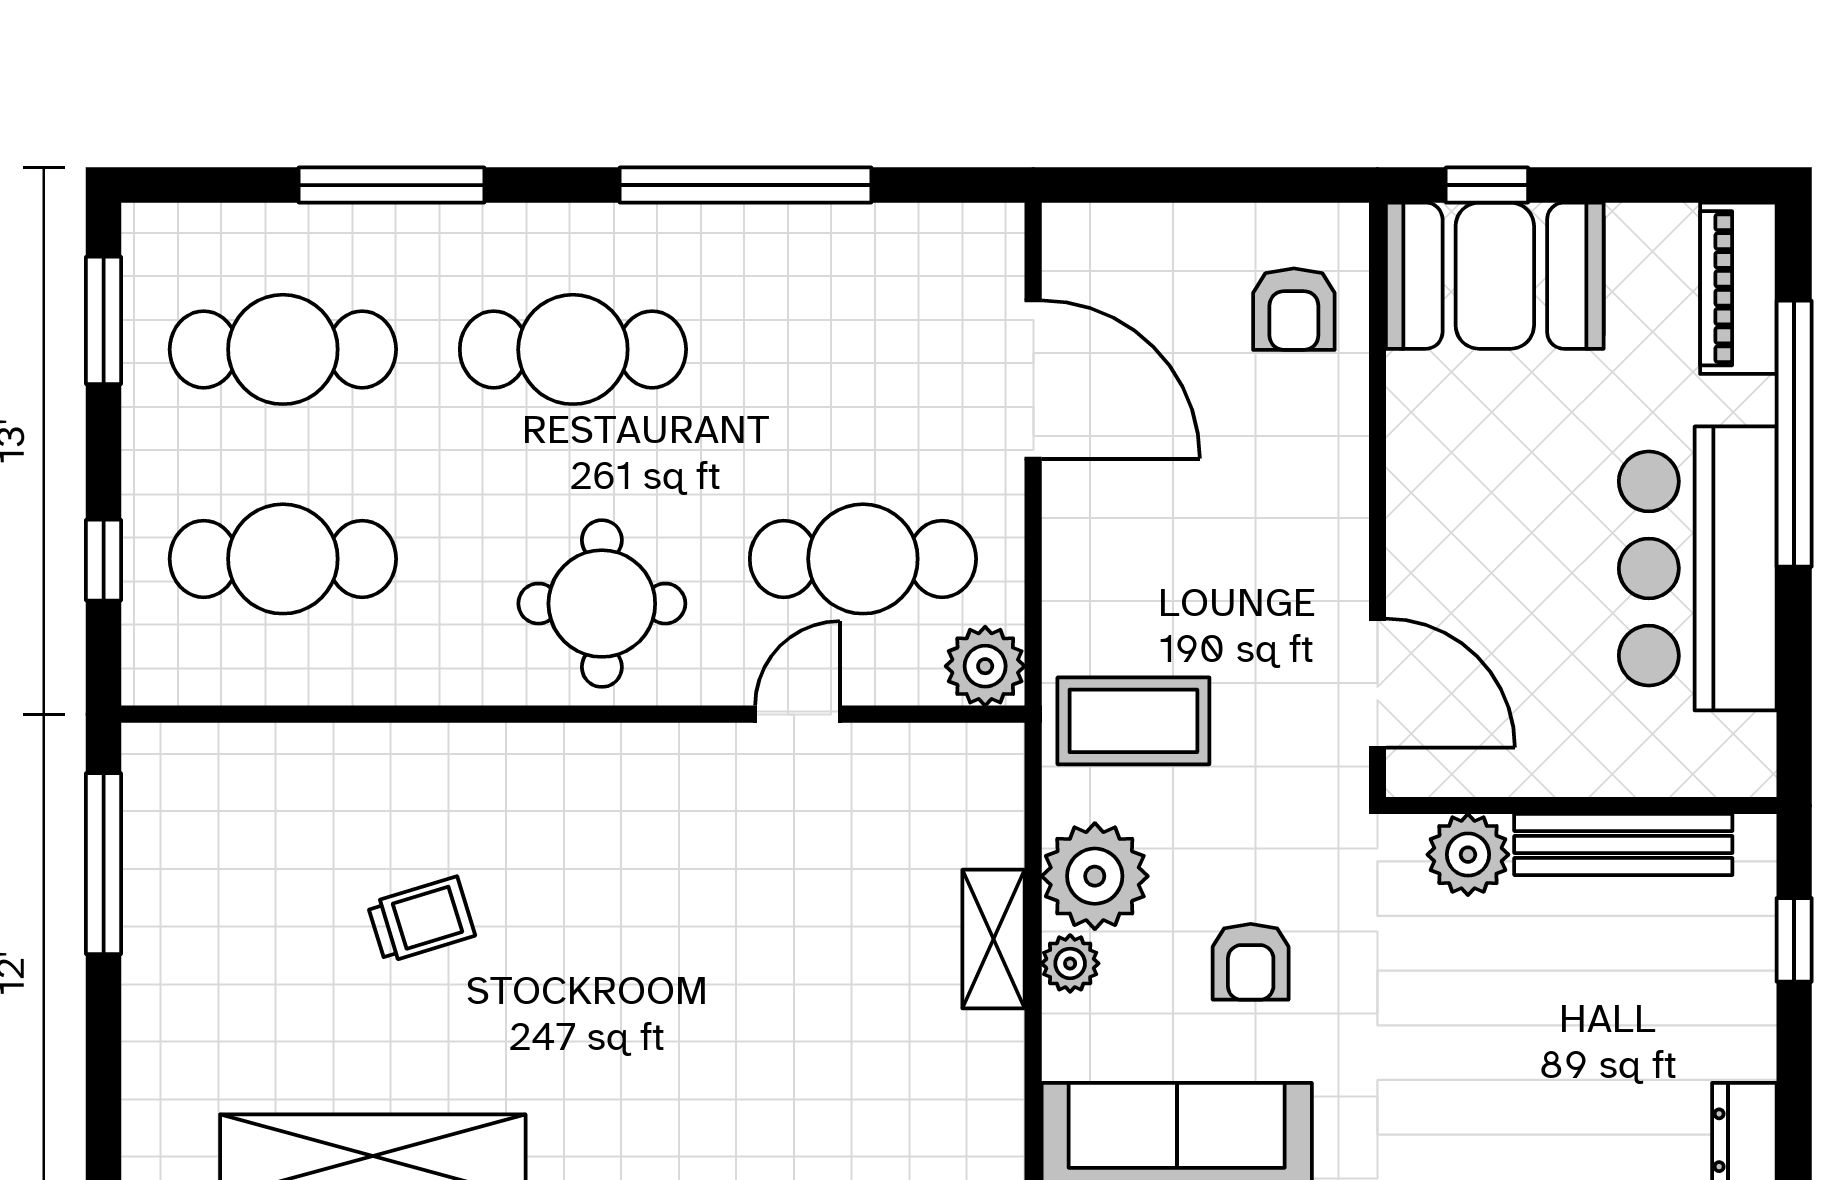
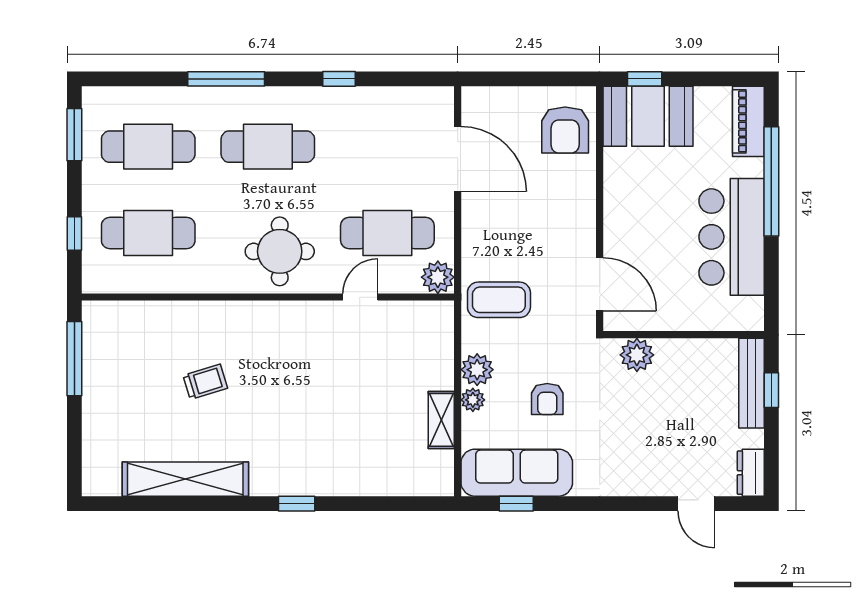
window: (392, 185) -> (226, 79), moved
window: (745, 185) -> (339, 79), width x0.32
armchair: (1294, 309) -> (565, 130), width x1.38, depth x1.38
bench: (1623, 844) -> (752, 383), moved, turned 90
plant: (1095, 876) -> (477, 370), width x0.73, depth x0.73
shelving: (993, 939) -> (441, 420), moved

